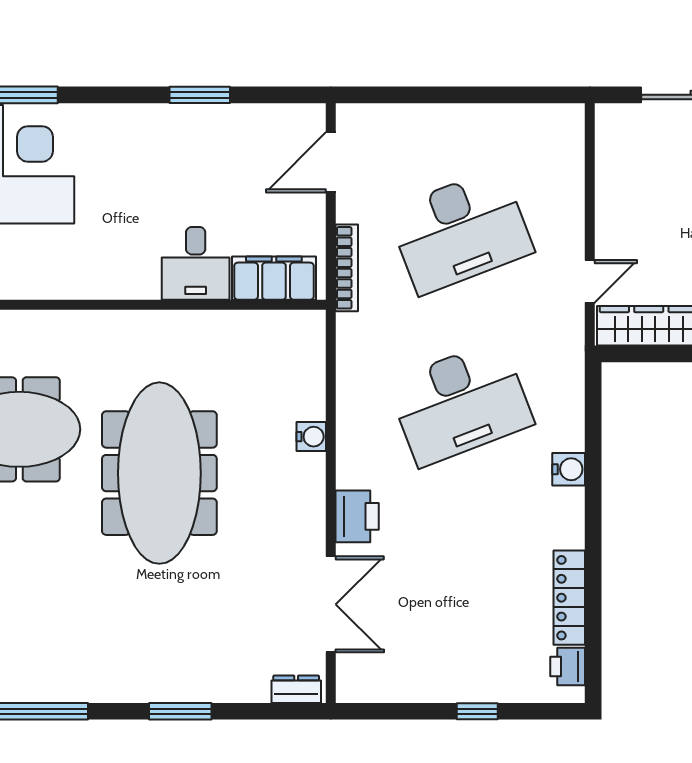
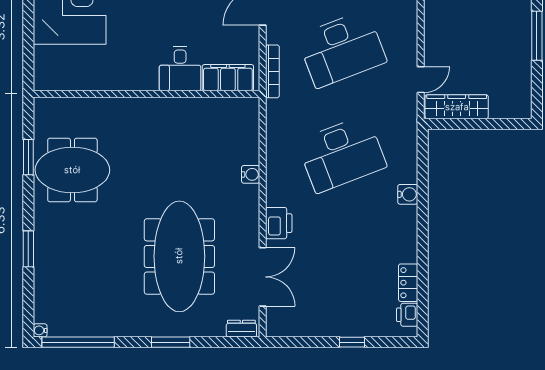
meeting table: (159, 473) -> (179, 256), moved
locker: (569, 598) -> (408, 283), width x0.66

